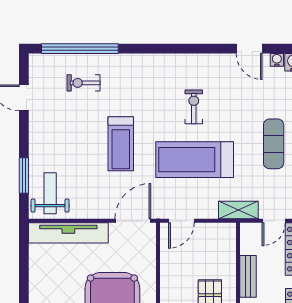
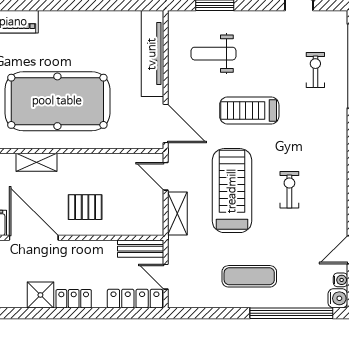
exercise bike: (194, 107) -> (289, 190), turned -90
weight bench: (50, 193) -> (214, 54), moved, turned 180
shelving: (238, 210) -> (177, 213), moved
bench: (248, 276) -> (141, 249), moved

